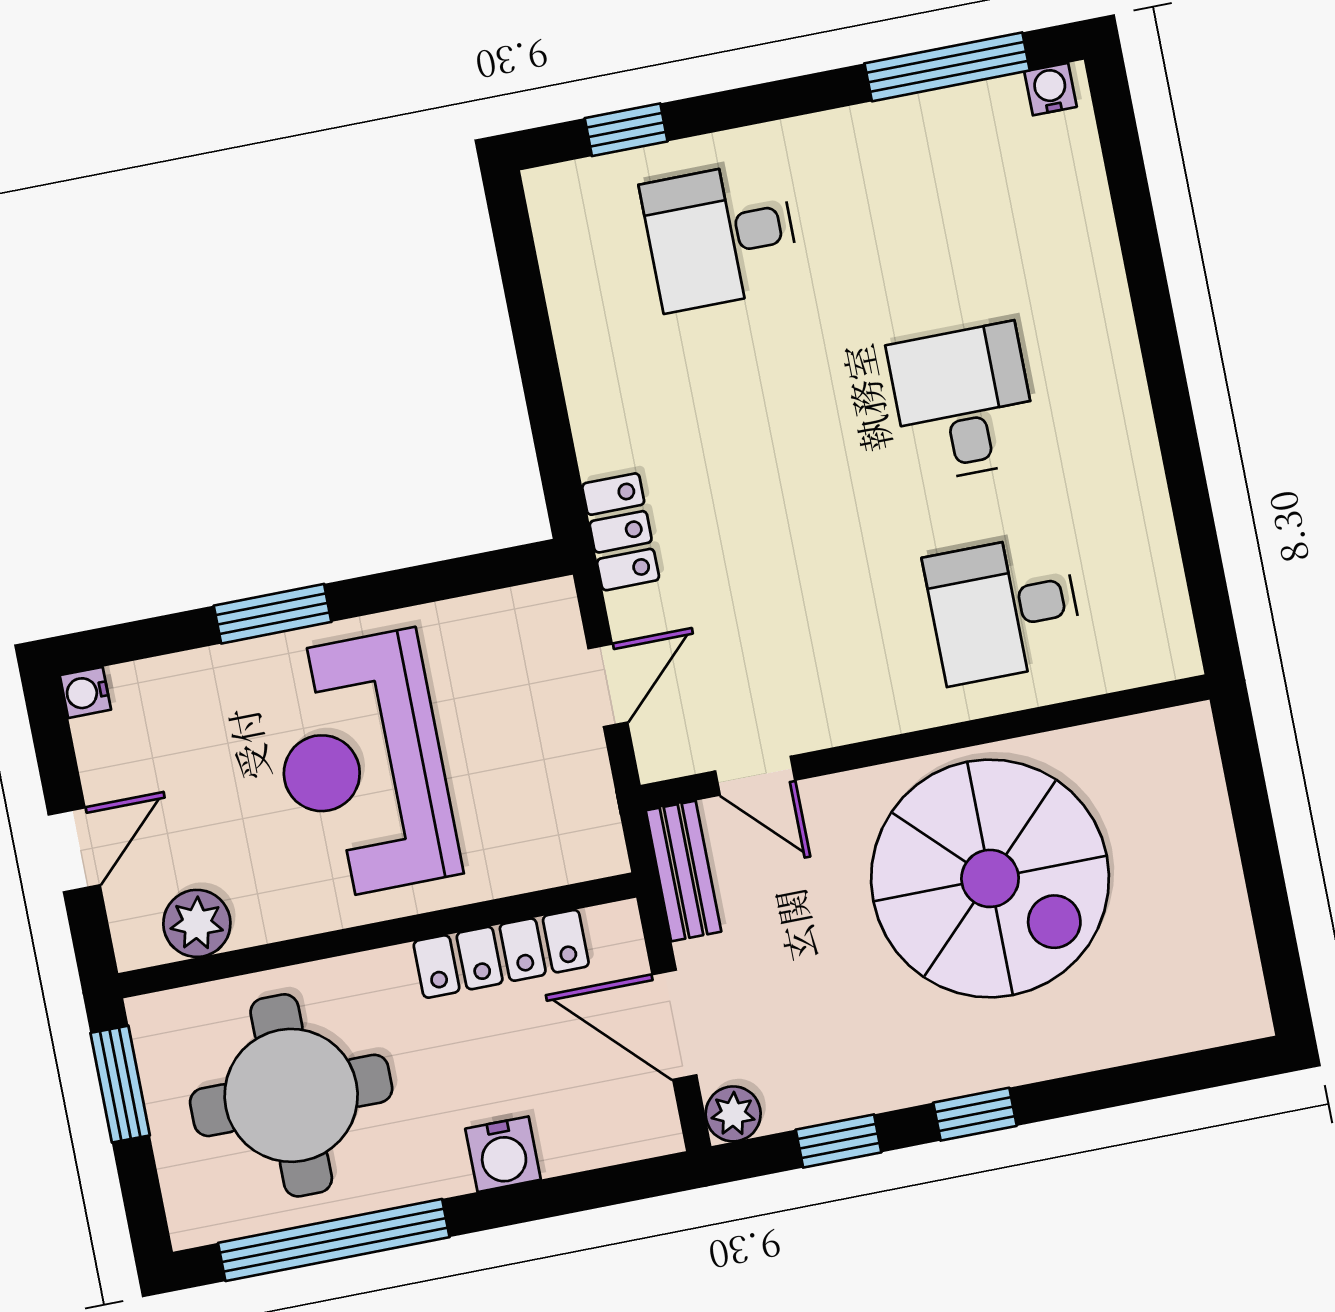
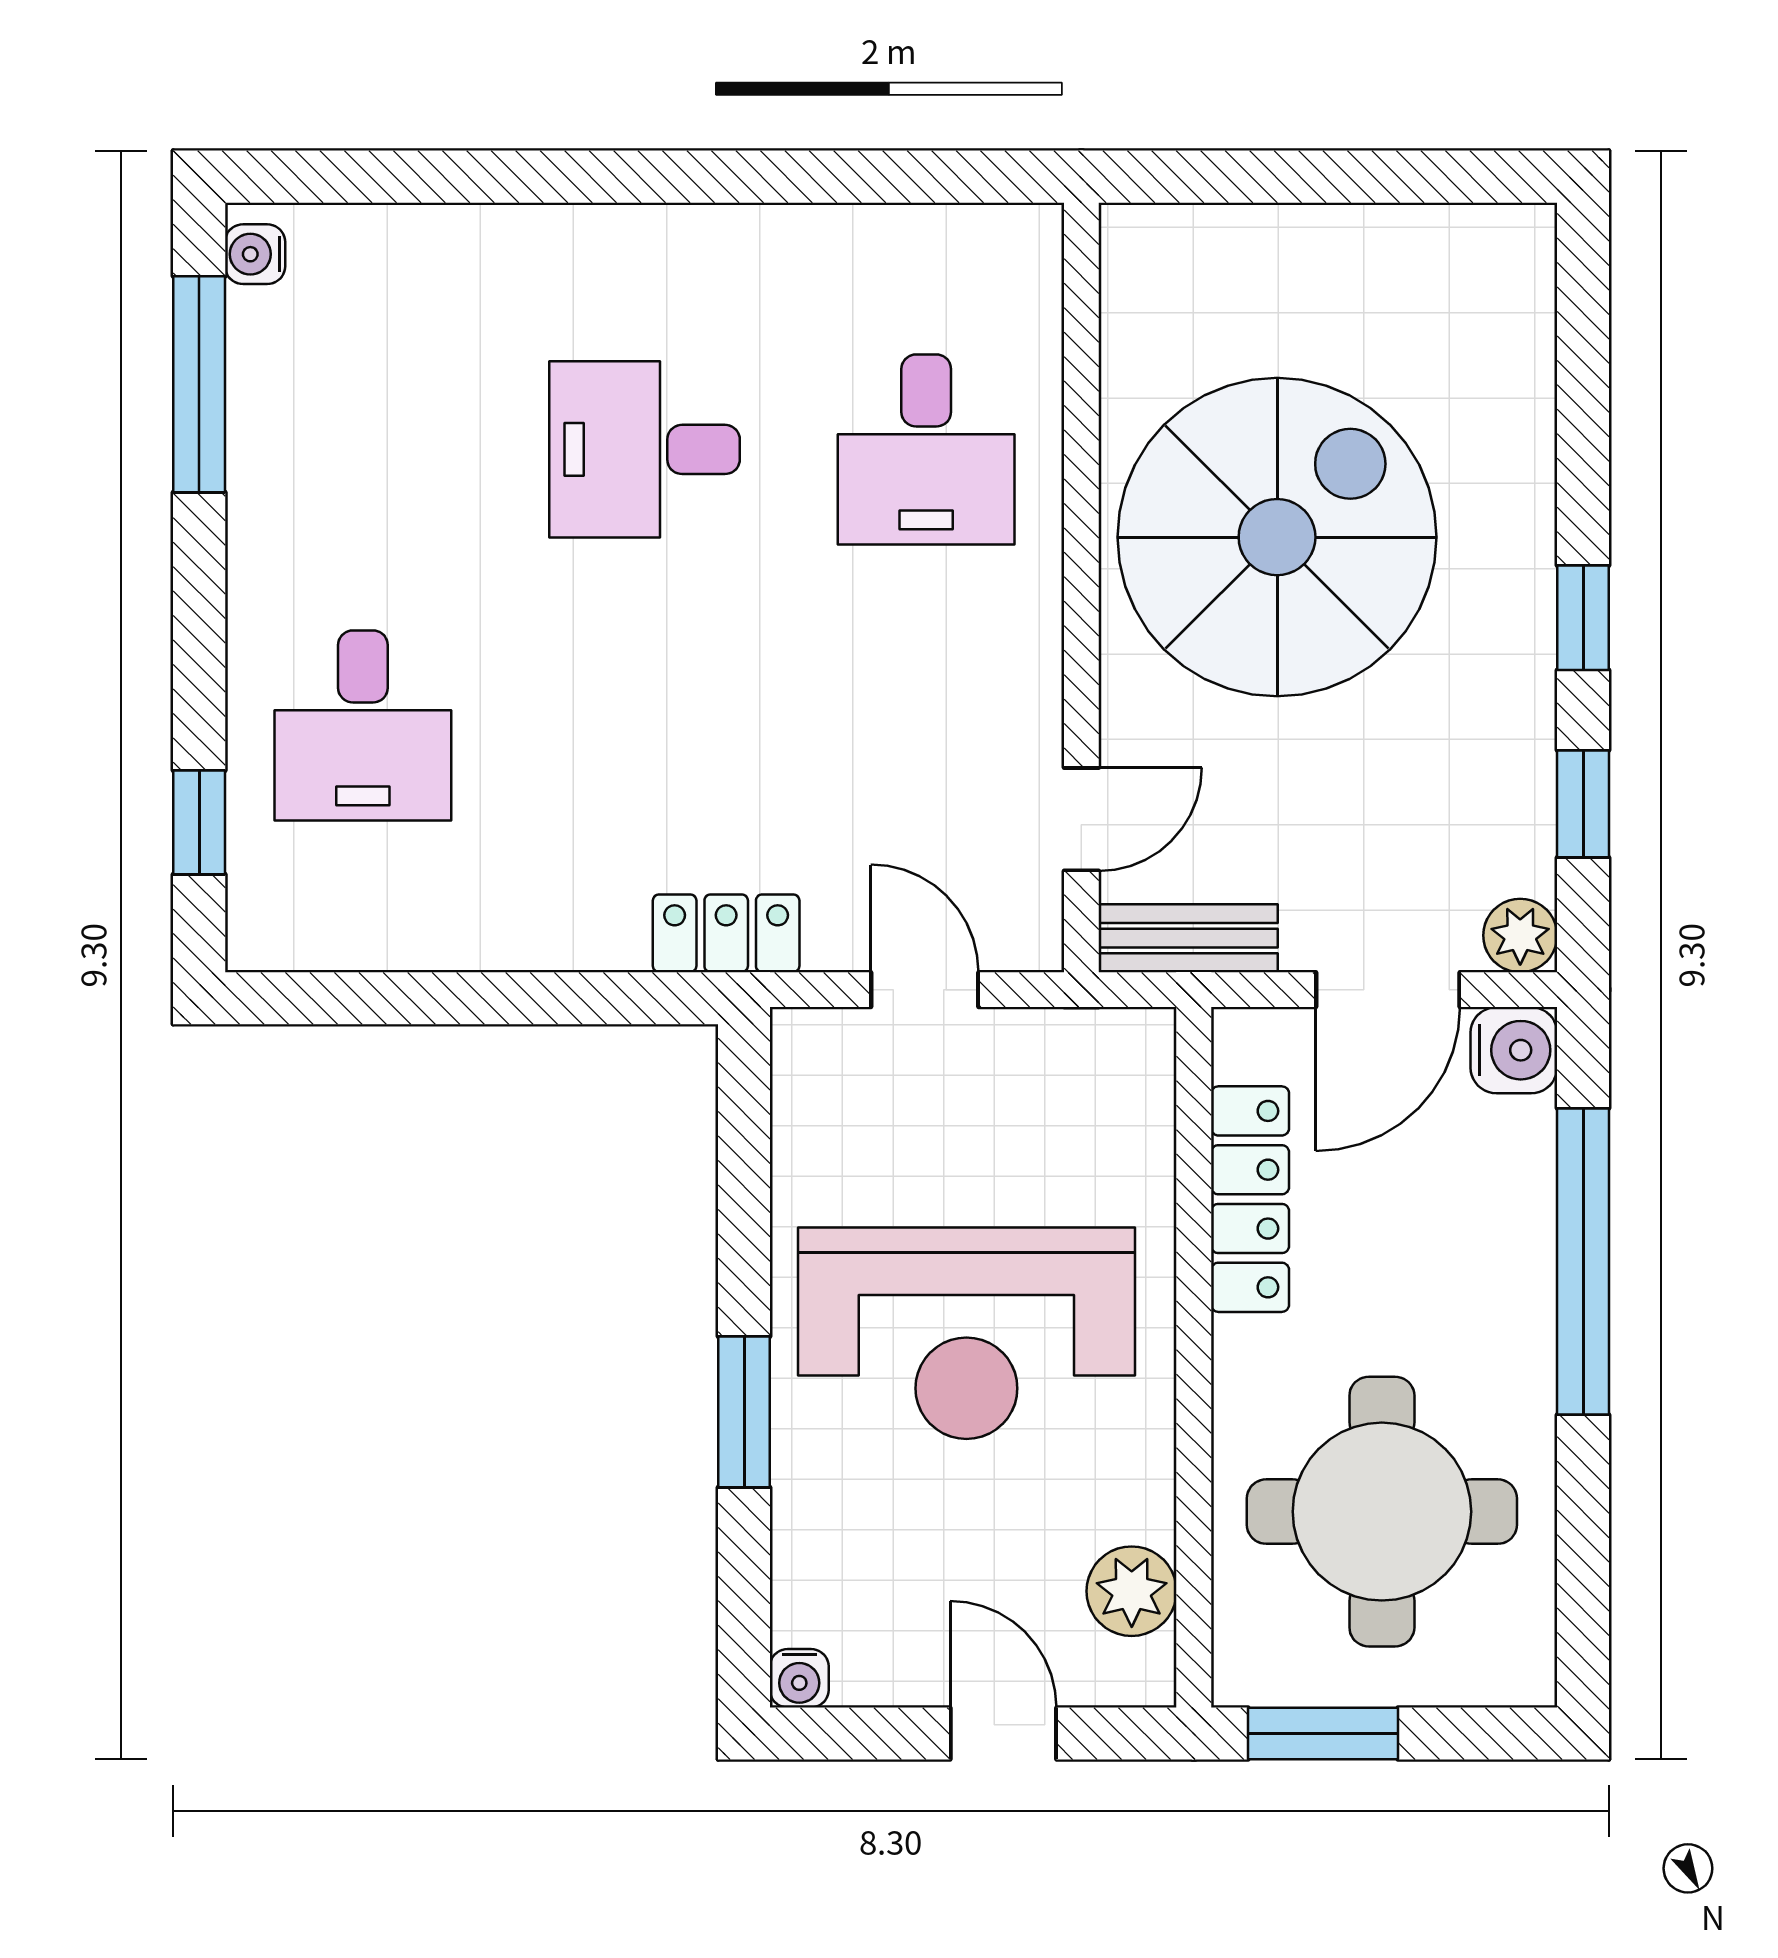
water cooler: (503, 1154) -> (1514, 1050), moved
window: (334, 1240) -> (1583, 1262), moved

